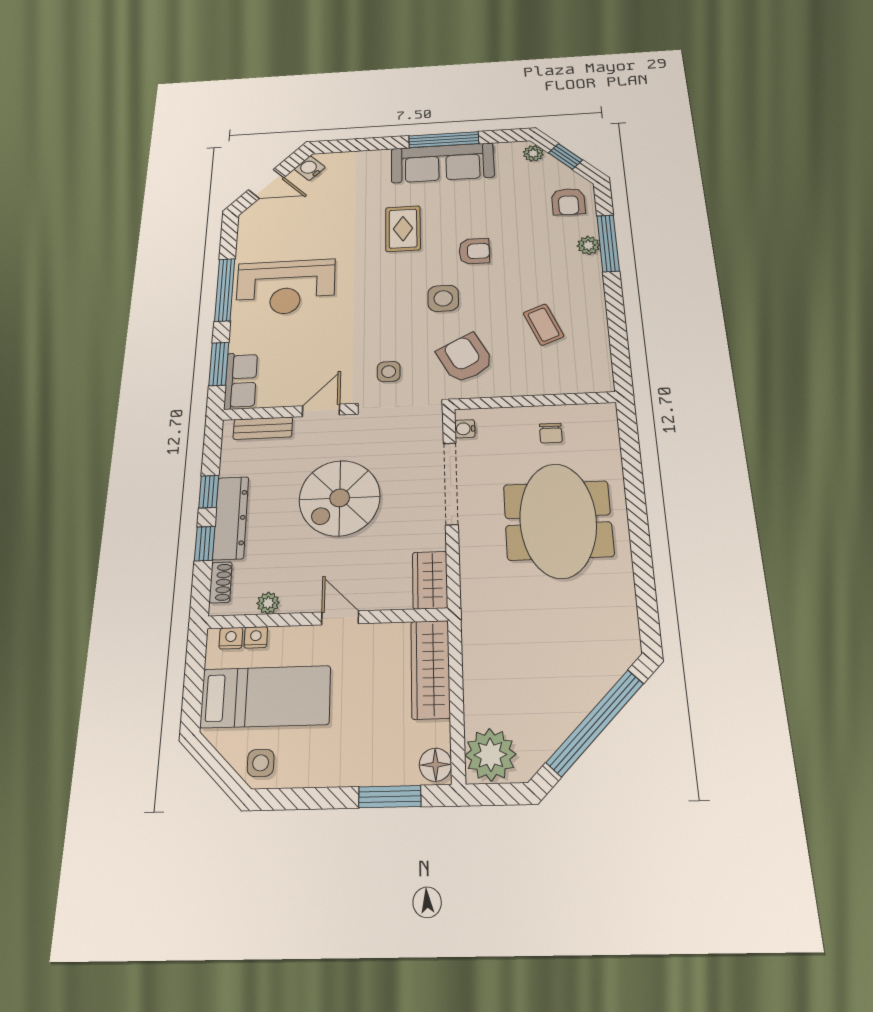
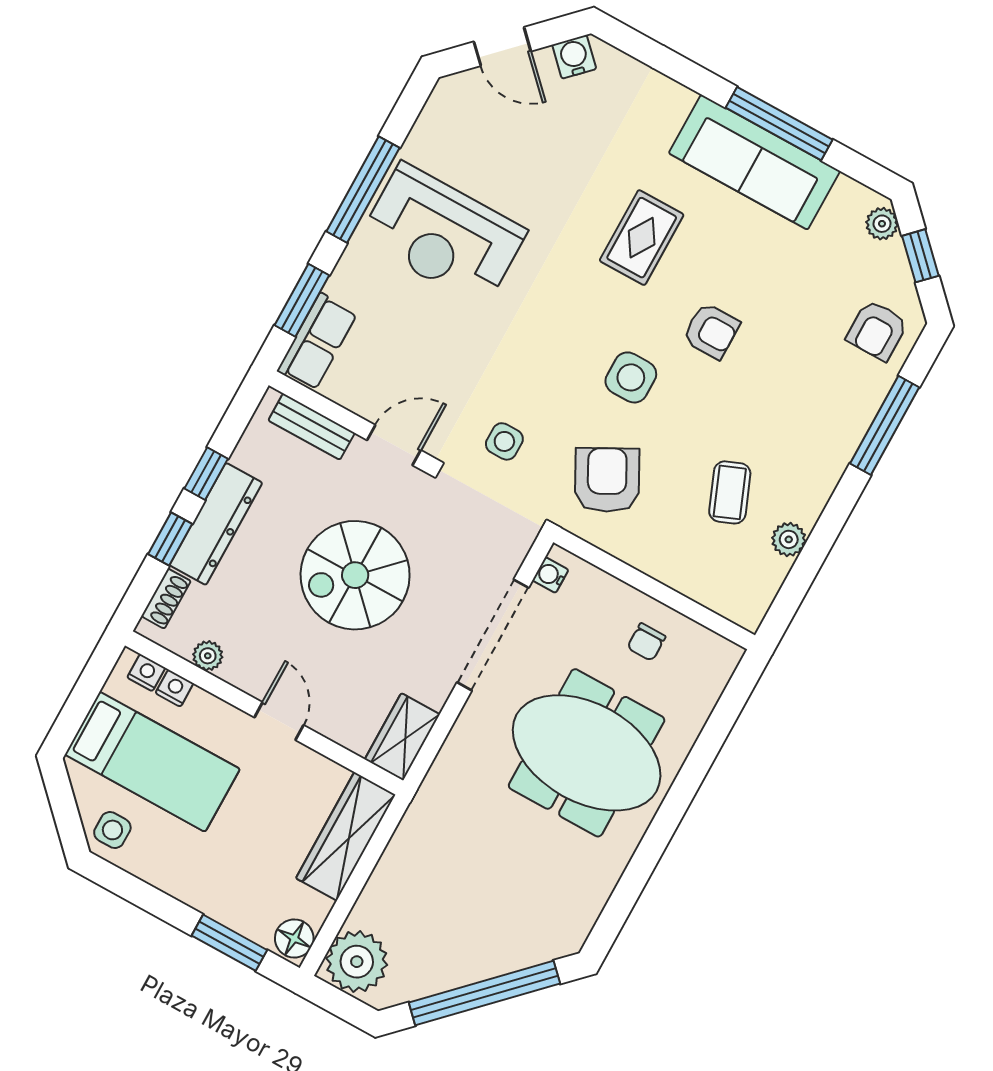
plant: (588, 245) -> (789, 539), moved
meeting table: (558, 520) -> (587, 753), turned 90

